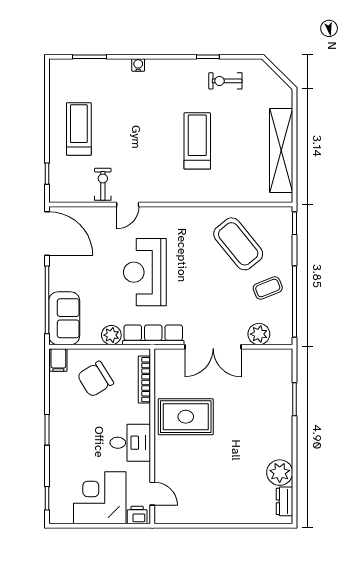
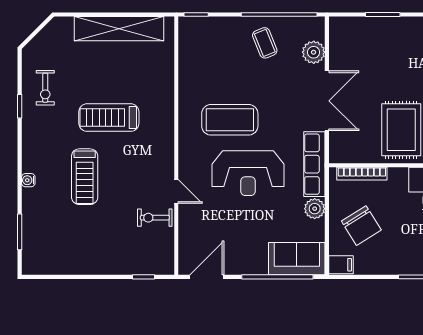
treadmill: (79, 129) -> (85, 177), moved, turned -90
door: (47, 233) -> (207, 277), width x0.73
coffee table: (238, 244) -> (230, 120), moved, turned 39

